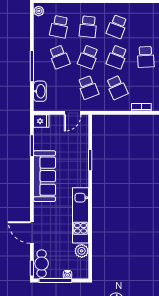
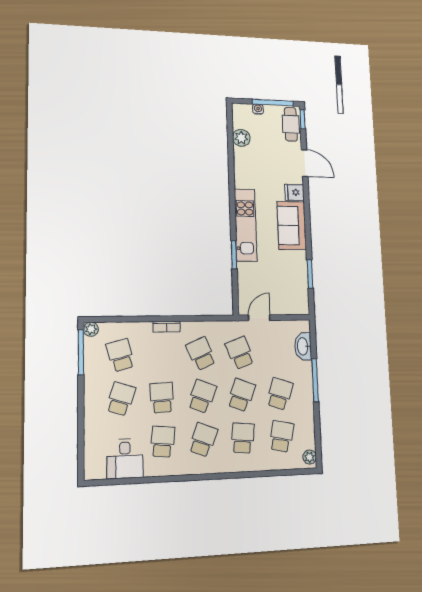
school desk: (146, 27) -> (163, 442), added
school desk: (59, 57) -> (280, 394), turned 39
fridge: (41, 121) -> (294, 192), moved
sofa: (45, 176) -> (292, 226), width x0.73
kitchen unit: (81, 215) -> (246, 225), moved

